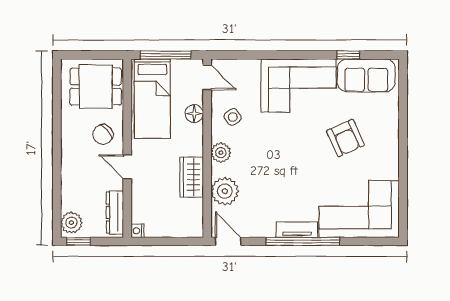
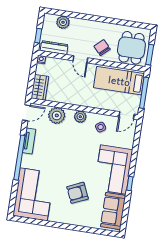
window: (102, 55) -> (150, 55), added
window: (348, 55) -> (130, 184), moved
floor lamp: (194, 114) -> (106, 104), removed
door: (127, 167) -> (80, 59), swing flipped
wardrobe: (192, 177) -> (40, 87), moved, turned 90
plant: (71, 223) -> (63, 22), moved
tv unit: (297, 230) -> (29, 141), moved
window: (79, 241) -> (38, 36), moved

